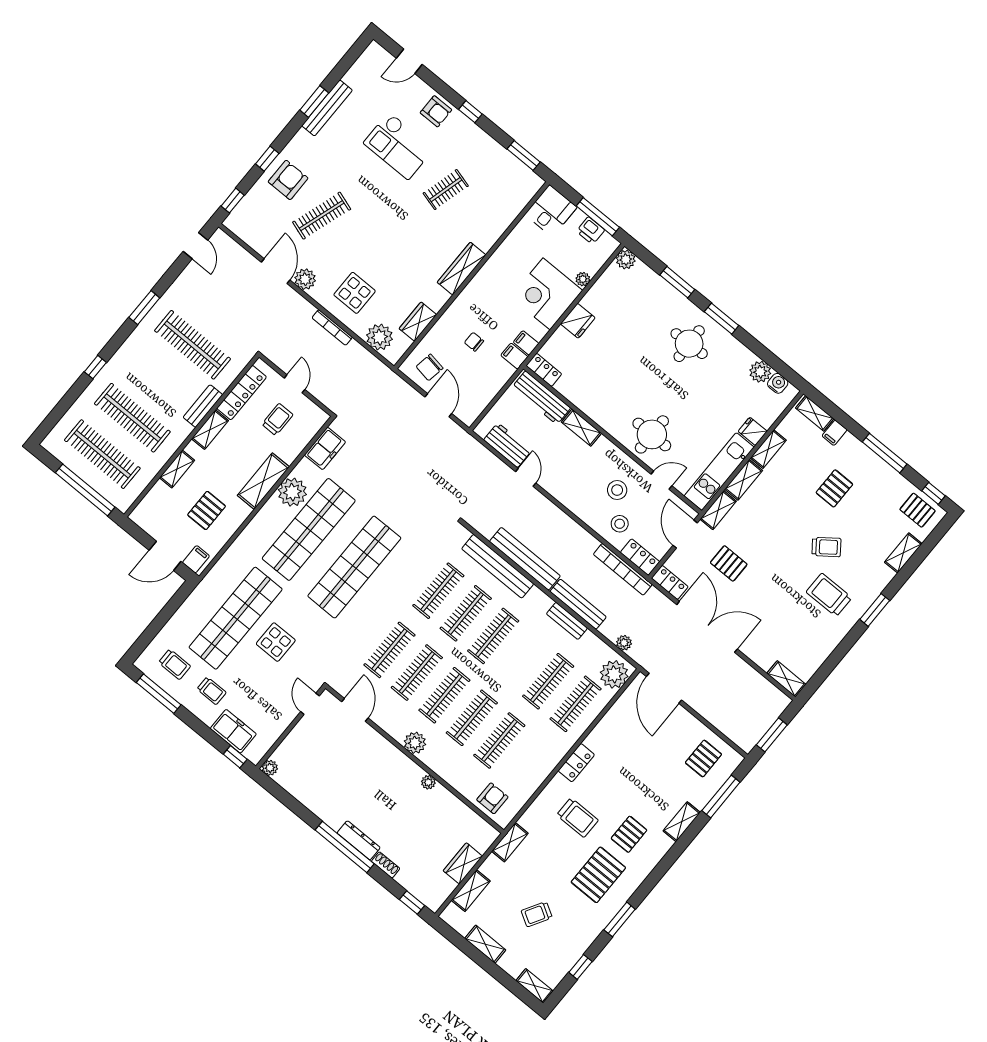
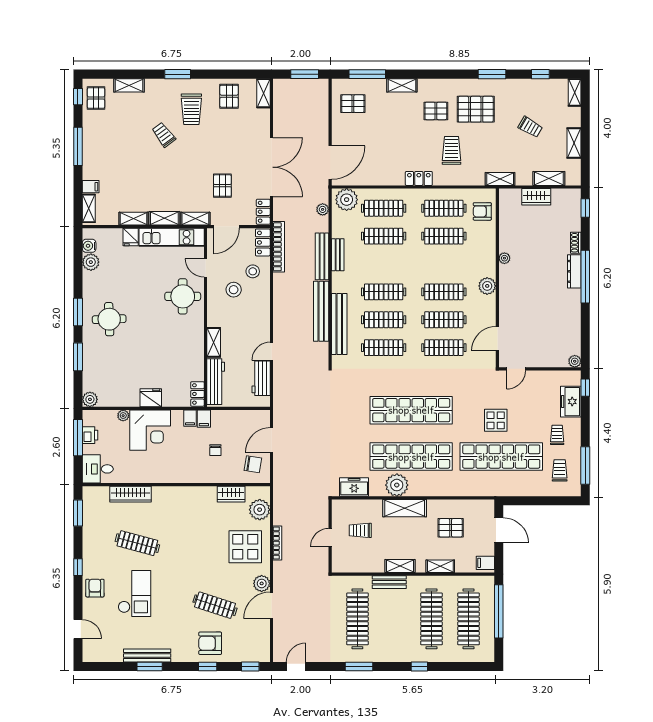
clothes rail: (446, 190) -> (137, 543), width x1.36
wardrobe: (462, 269) -> (130, 494), moved
display table: (355, 293) -> (245, 547), width x1.36, depth x1.36
locker: (242, 393) -> (362, 565), removed
pallet: (834, 488) -> (229, 96), moved, turned 90
filing cabinet: (196, 559) -> (485, 563), moved
double door: (707, 627) -> (271, 167), swing flipped
clothes rail: (472, 718) -> (444, 208), moved

